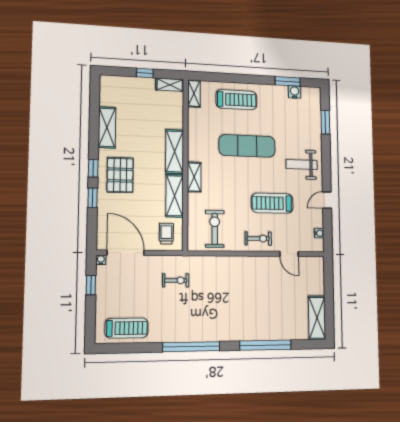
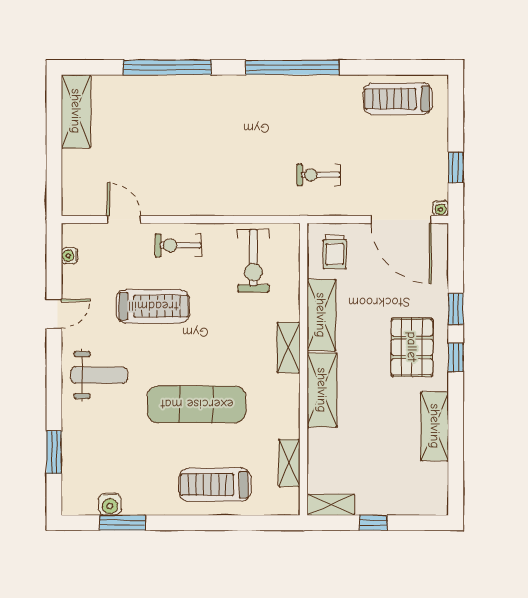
shelving: (194, 94) -> (289, 463), moved

